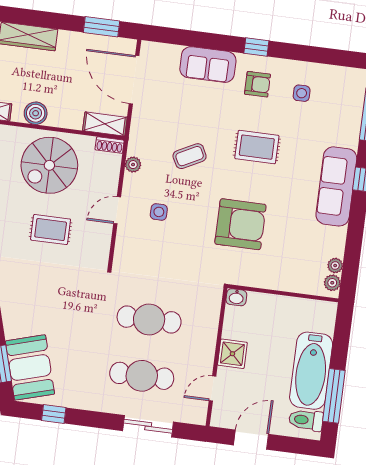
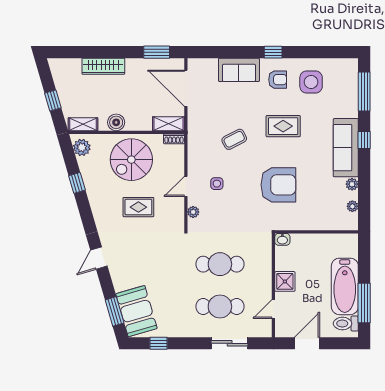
side table: (302, 93) -> (311, 82), width x1.87, depth x1.87
plant: (133, 165) -> (193, 212), moved
plant: (332, 283) -> (352, 184), moved

